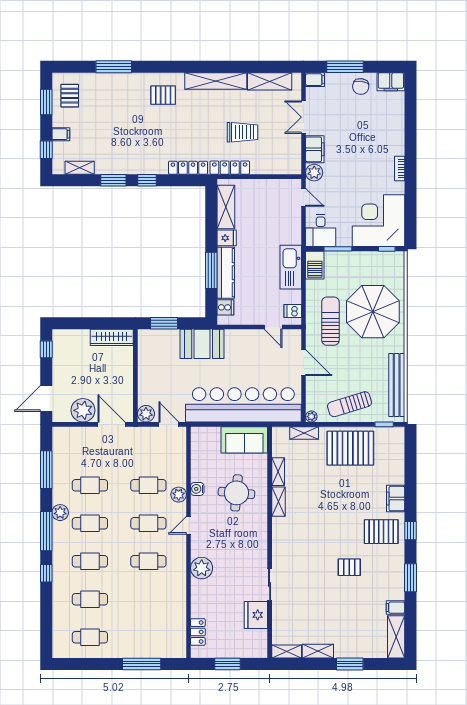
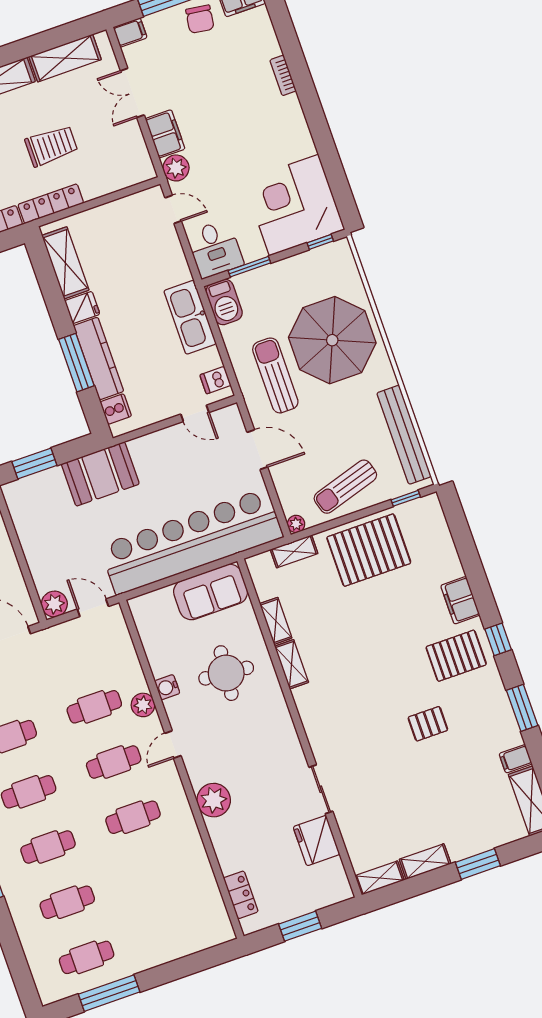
bookcase: (400, 169) -> (283, 75), moved
window: (142, 664) -> (109, 993), moved

